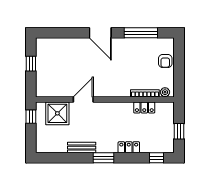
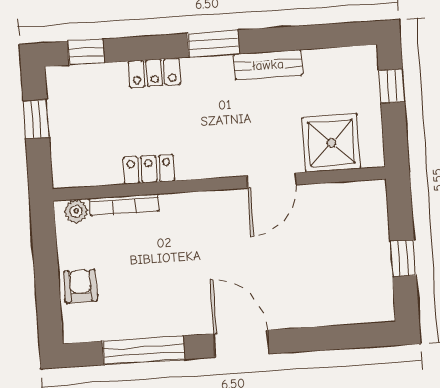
locker: (144, 107) -> (149, 169), moved
window: (31, 117) -> (392, 86), moved

